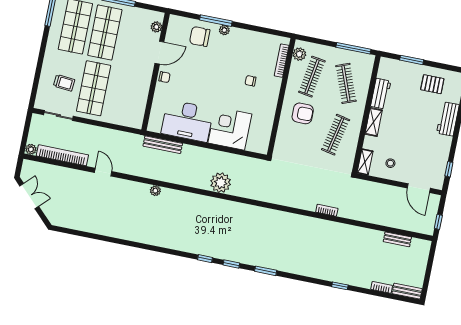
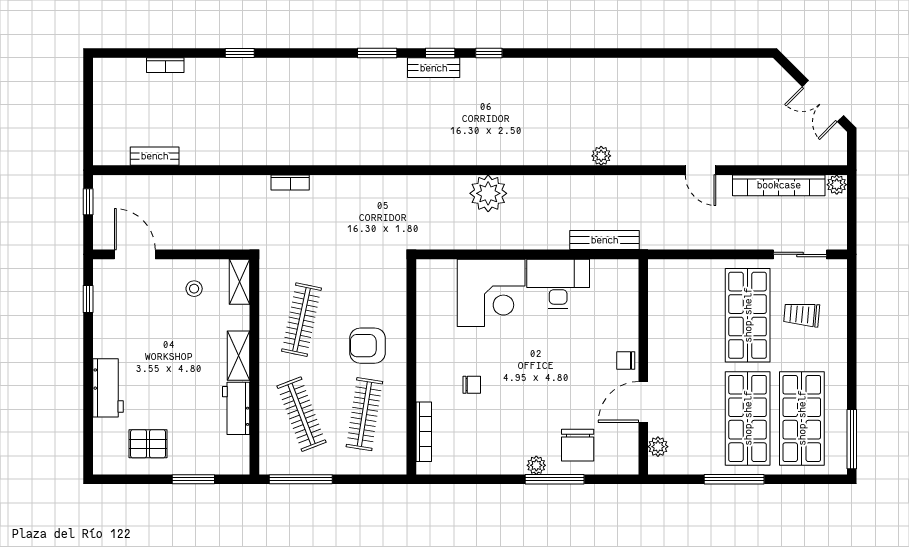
chair: (200, 36) -> (578, 445), turned 90
plant: (299, 54) -> (395, 450), removed
desk: (187, 121) -> (558, 284), width x0.73, depth x0.77
bench: (407, 291) -> (434, 68), moved

